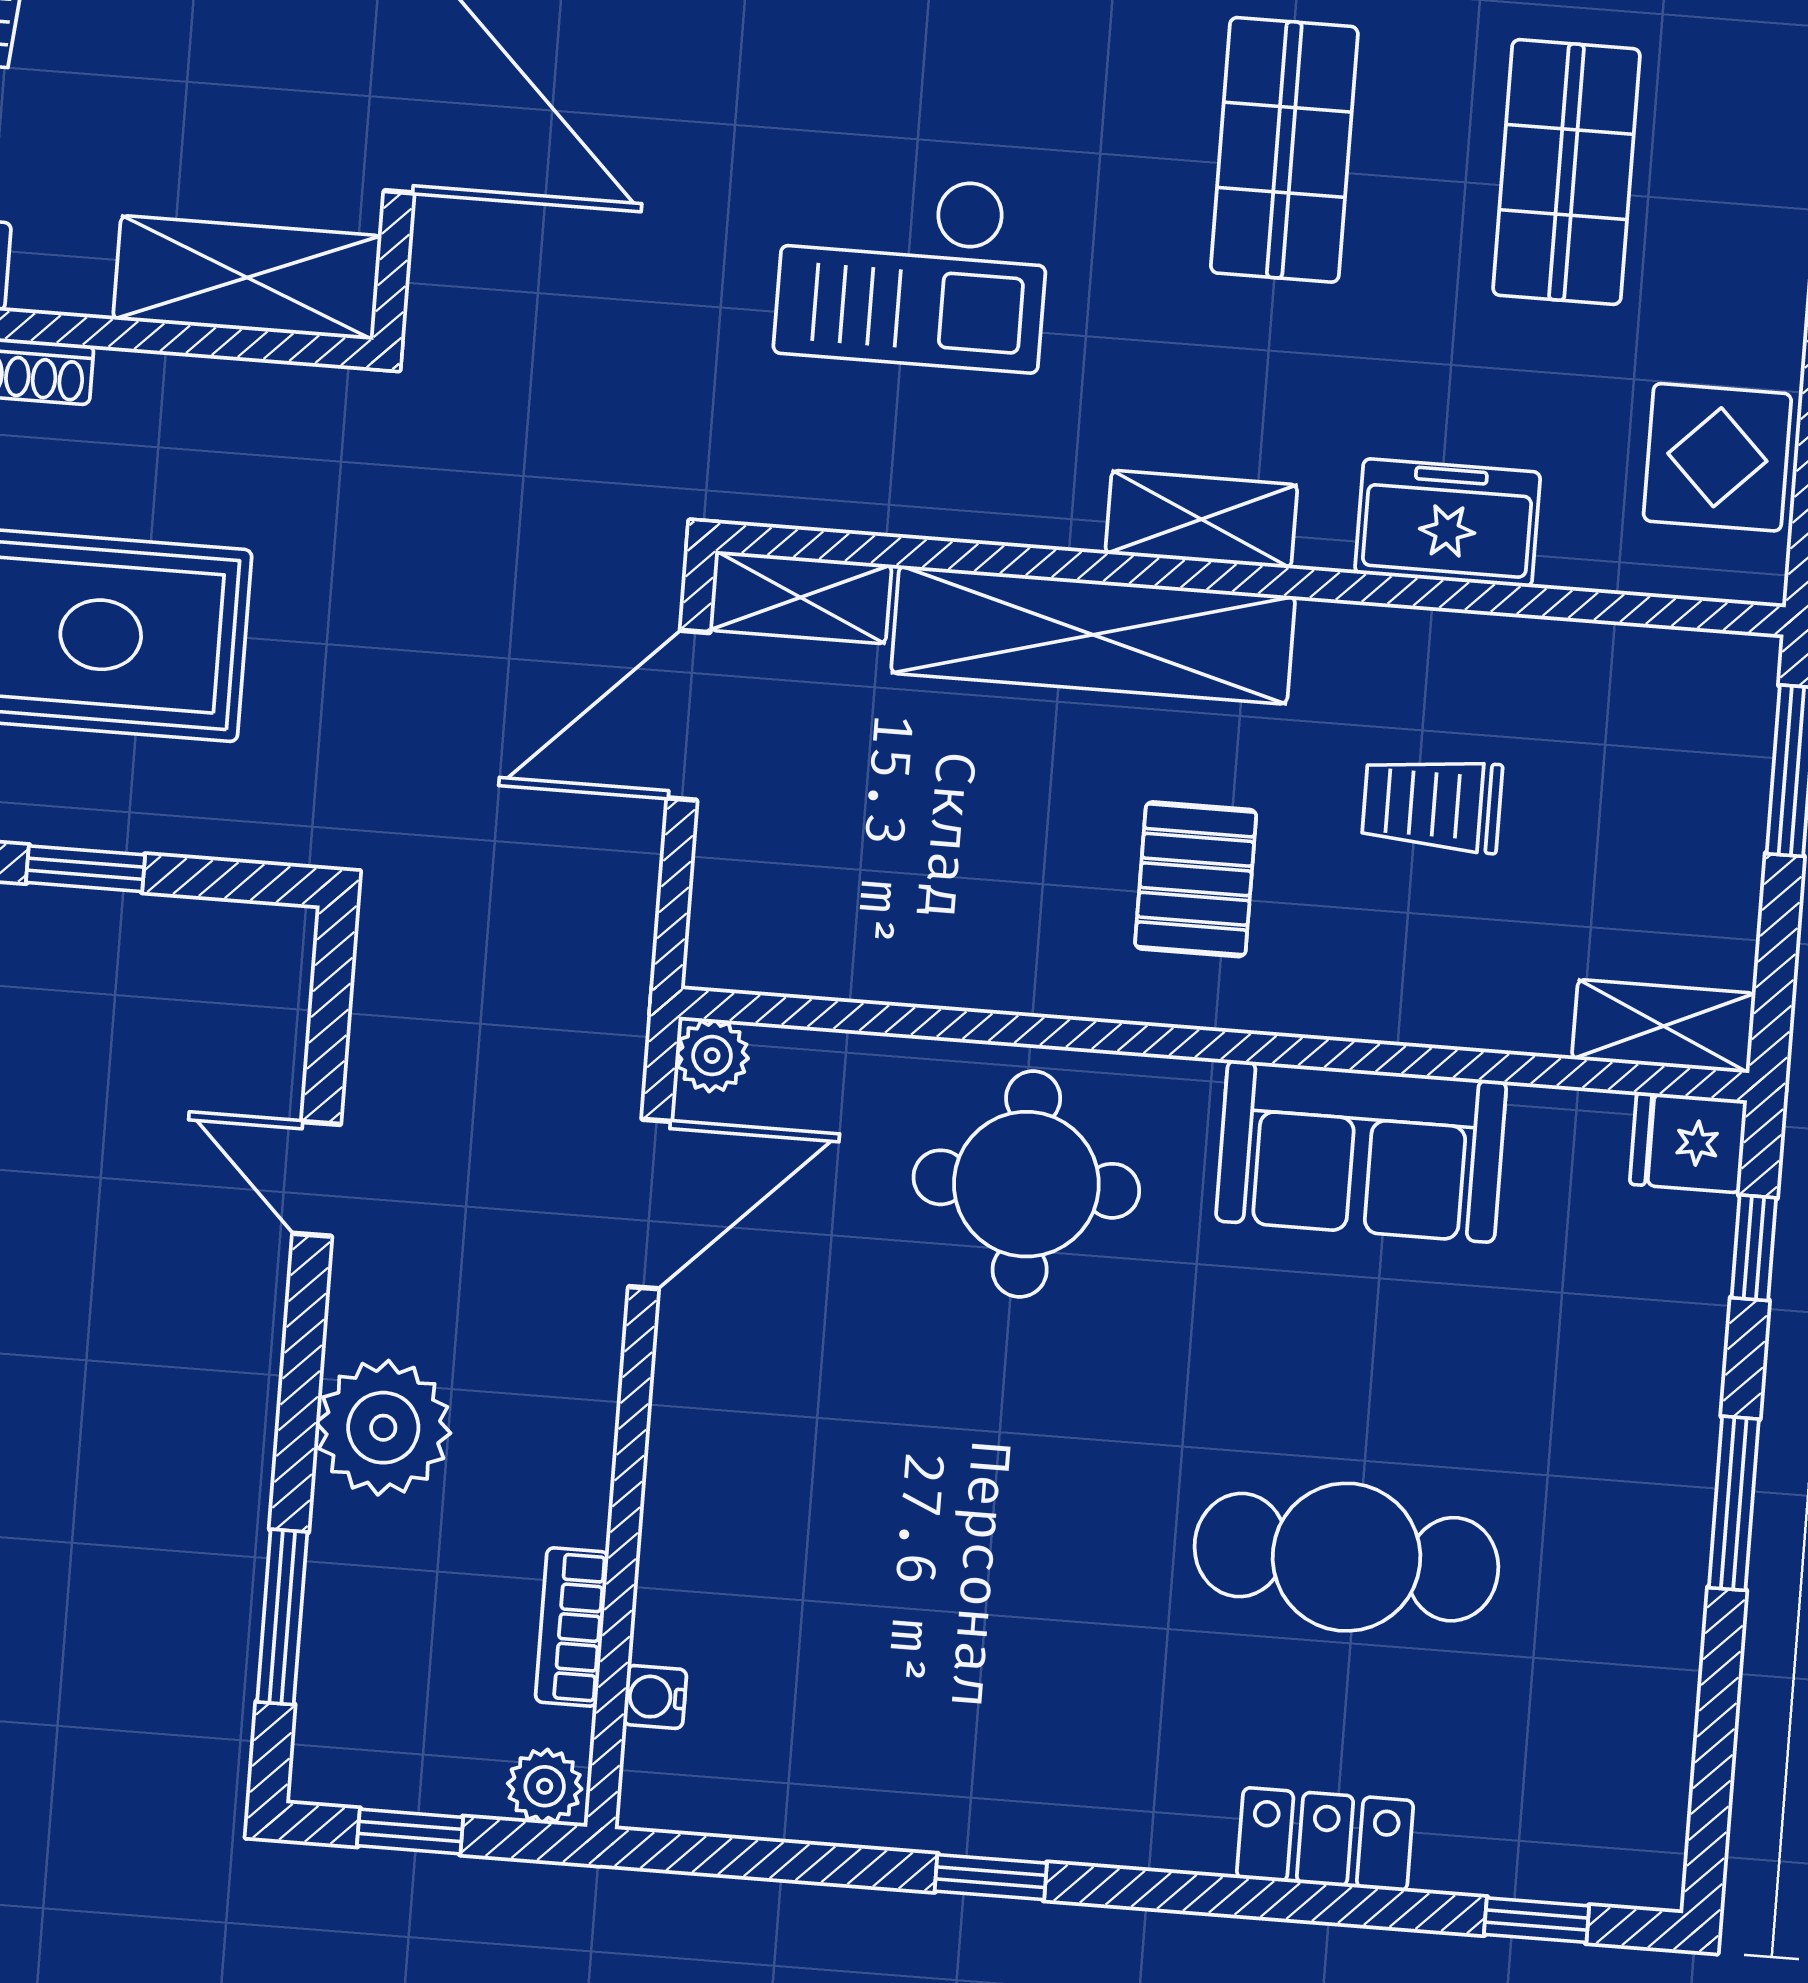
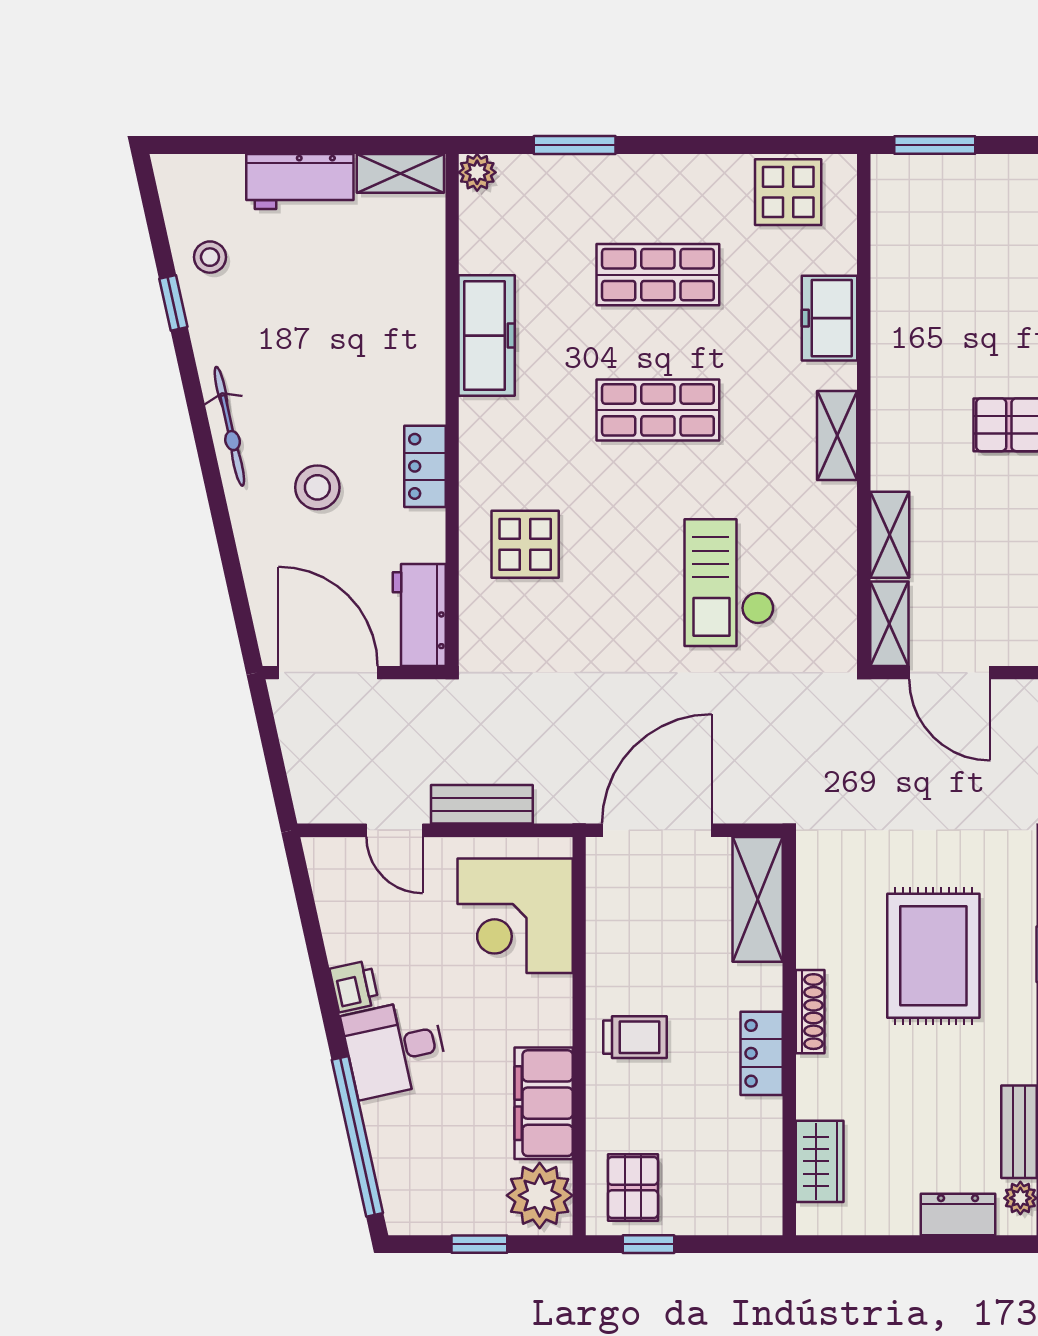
checkout: (912, 270) -> (729, 583), turned 180
shelving: (1093, 635) -> (890, 535), width x0.45, depth x0.75
trolley: (1432, 804) -> (964, 315), removed

